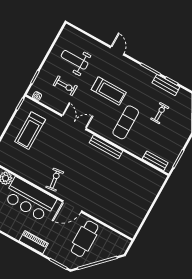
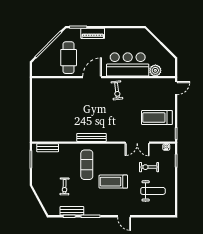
double door: (74, 122) -> (137, 143), moved
treadmill: (30, 131) -> (157, 118), turned -90
piano: (34, 242) -> (93, 33), moved

